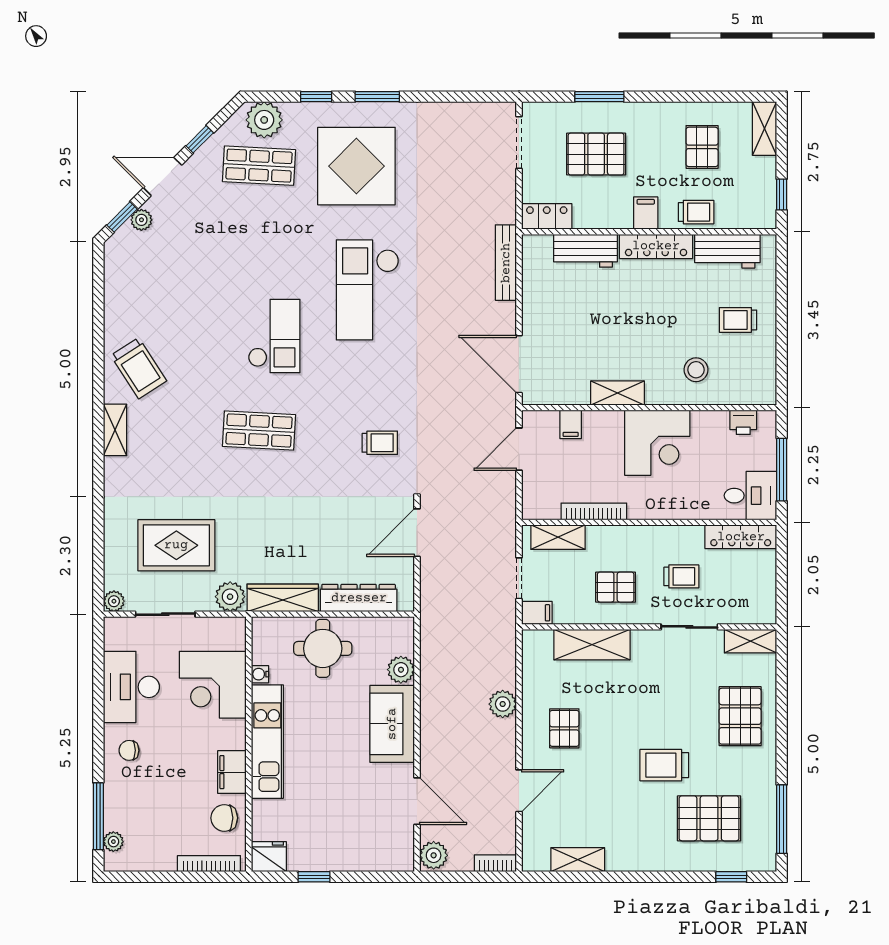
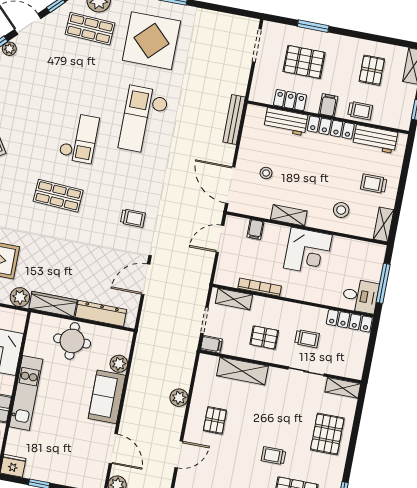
locker: (547, 216) -> (290, 100), moved
stool: (570, 335) -> (266, 173), added
shelving: (765, 380) -> (383, 224), added
printer: (743, 422) -> (365, 249), removed
water cooler: (260, 674) -> (29, 350), removed
trolley: (664, 765) -> (274, 456), width x0.73, depth x0.72

